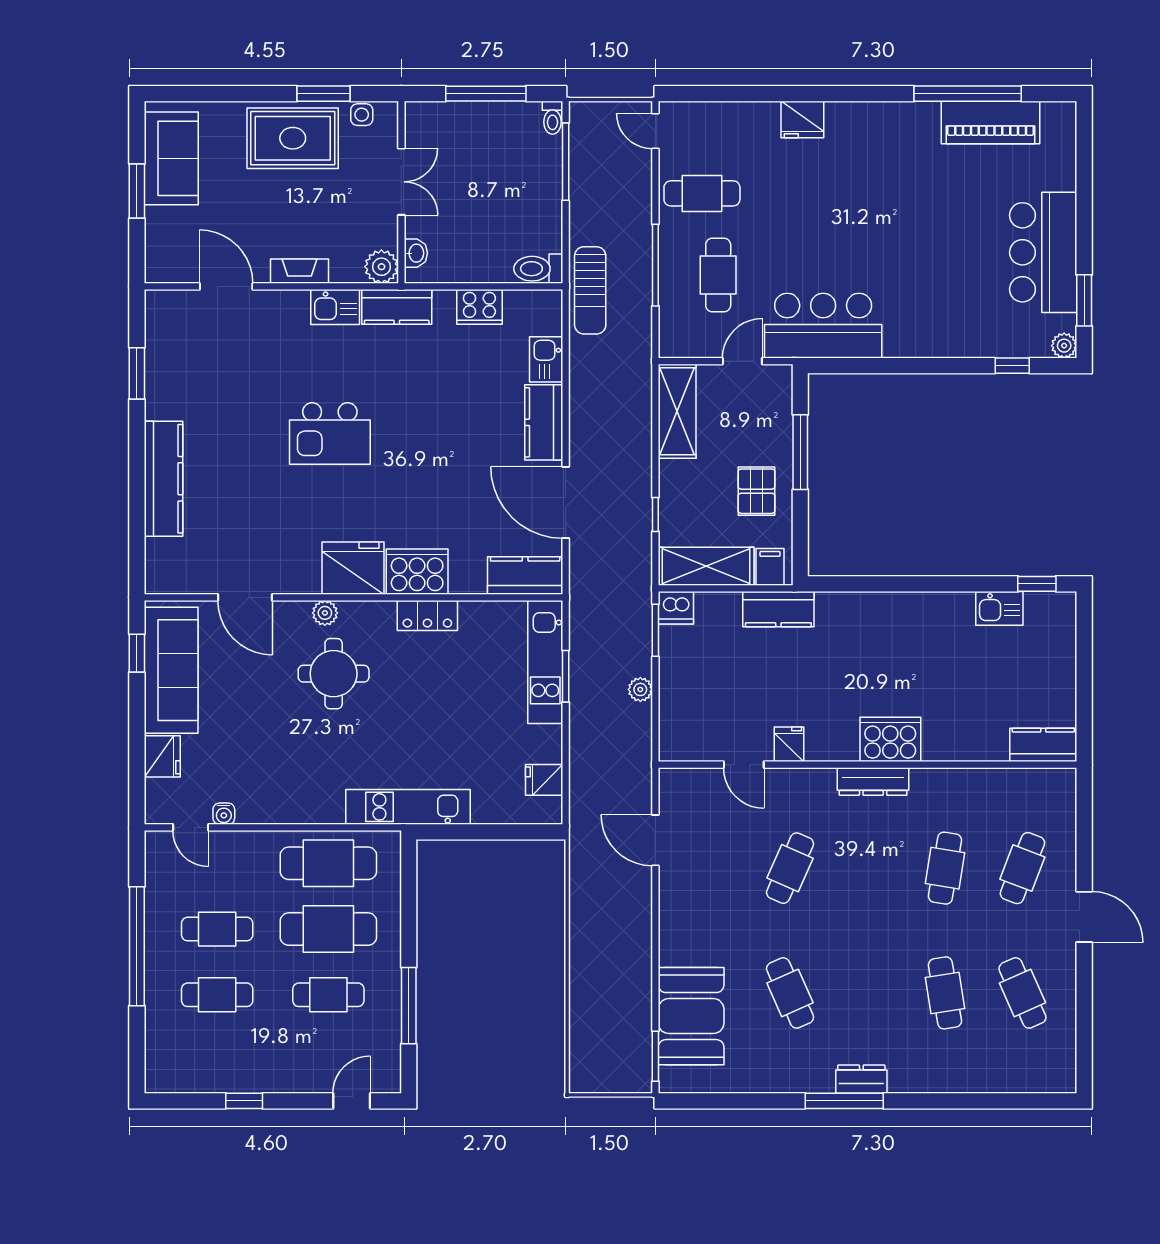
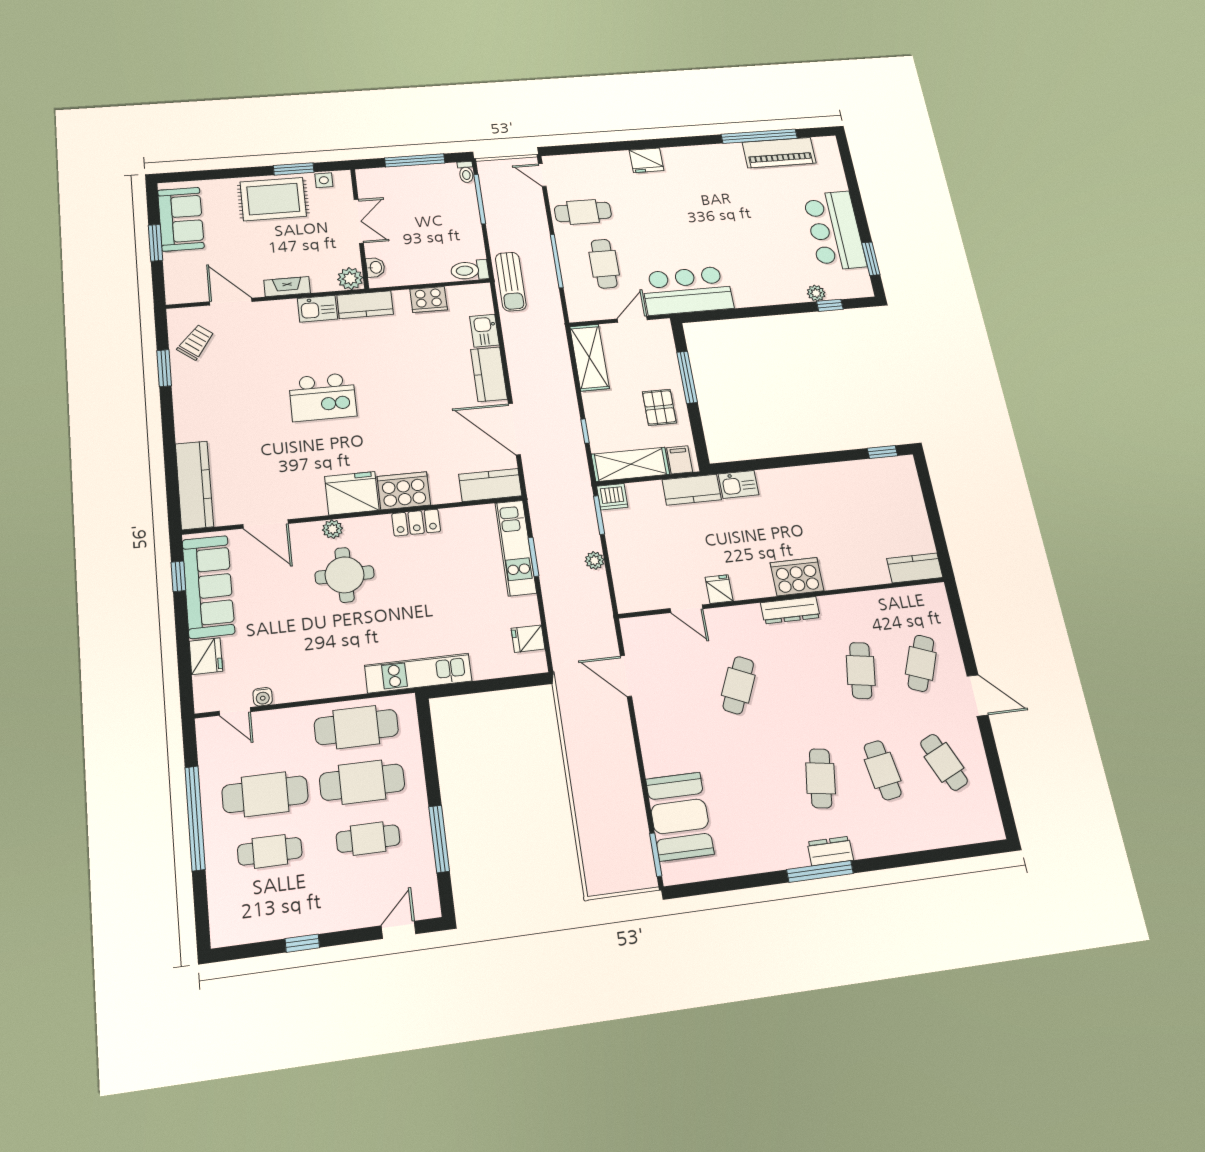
trolley: (178, 340) -> (196, 342), added
plant: (1064, 346) -> (816, 293), moved
kitchen counter: (163, 479) -> (194, 485), moved
kitchen sink: (999, 608) -> (739, 484), moved
cafe table: (217, 929) -> (265, 794), width x1.37, depth x1.35
cafe table: (790, 993) -> (821, 778), moved, turned 33

